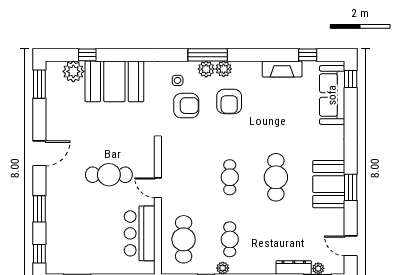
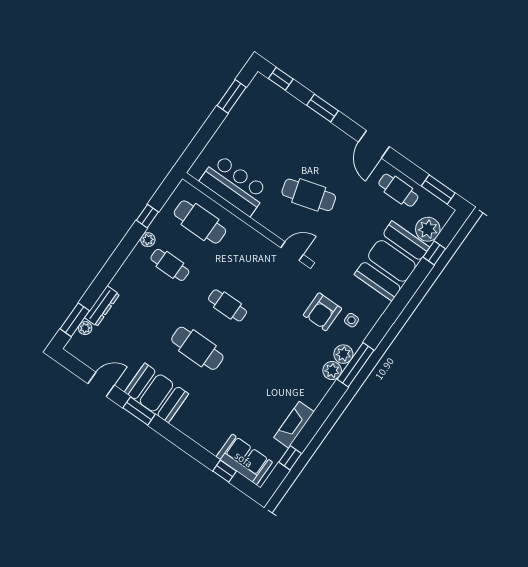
window: (351, 79) -> (225, 471), moved
sofa: (332, 95) -> (244, 459), width x0.73
armchair: (229, 101) -> (298, 354), removed
cafe table: (60, 112) -> (398, 190), added
cafe table: (109, 175) -> (309, 195), turned 74
door: (158, 188) -> (292, 251), moved
door: (351, 246) -> (101, 384), moved

